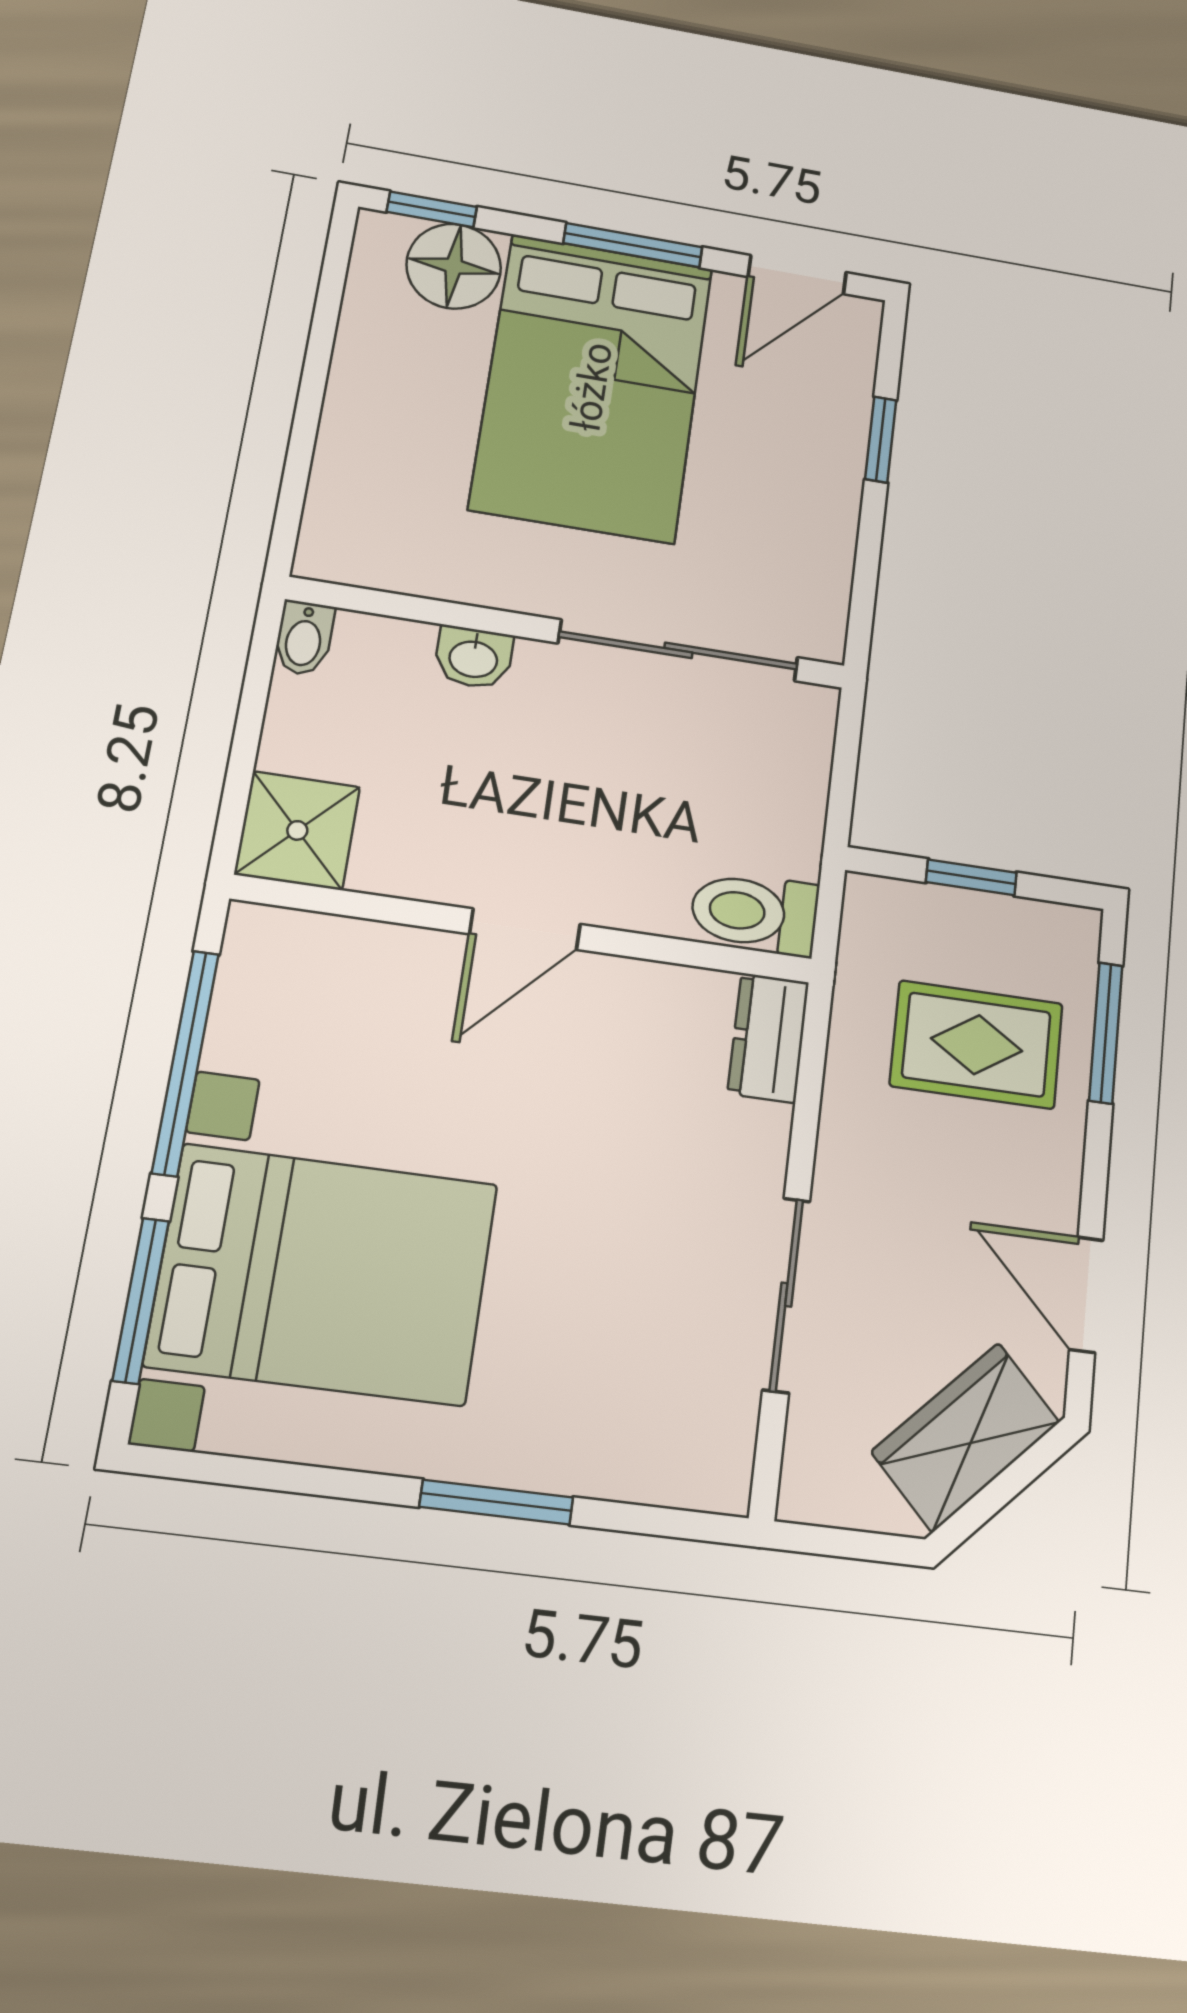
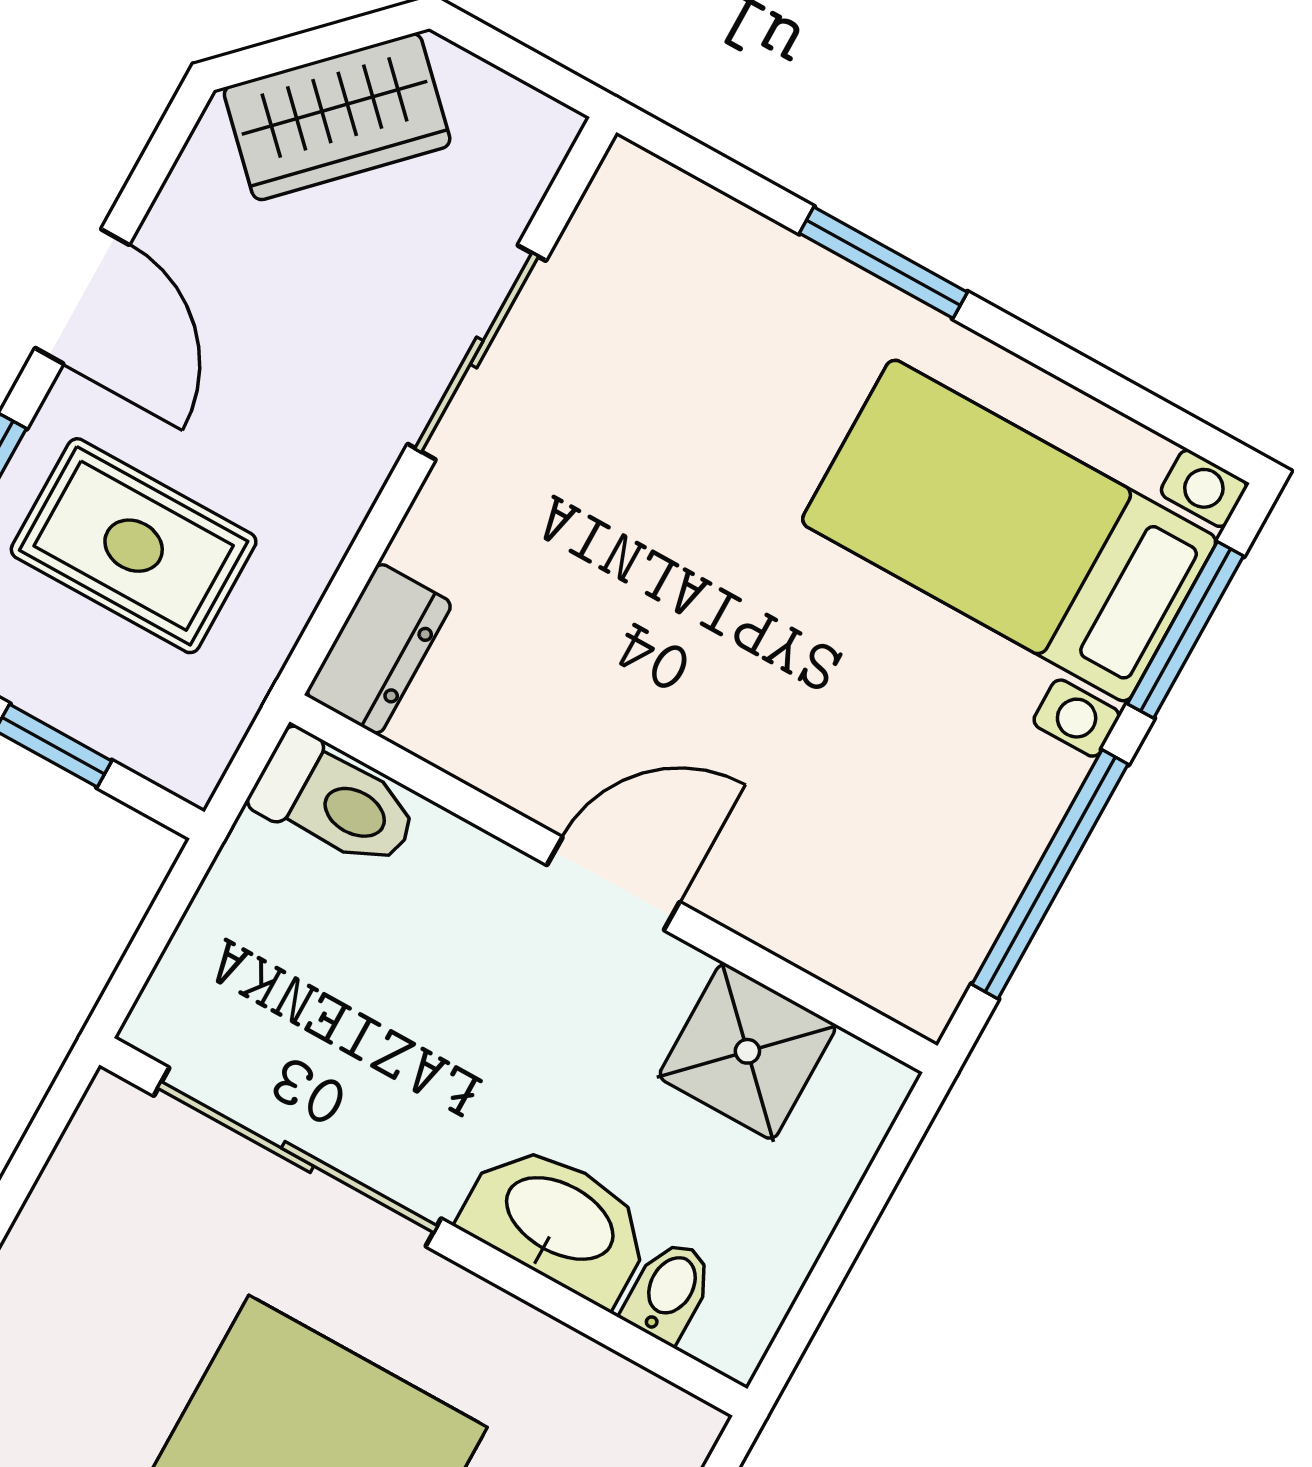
bidet: (304, 638) -> (669, 1291), moved
washbasin: (474, 658) -> (558, 1221), width x1.91, depth x1.45
shower: (297, 830) -> (747, 1051), moved
bed with nightstands: (323, 1274) -> (1009, 531), width x0.73
door: (1086, 1295) -> (82, 296), moved

